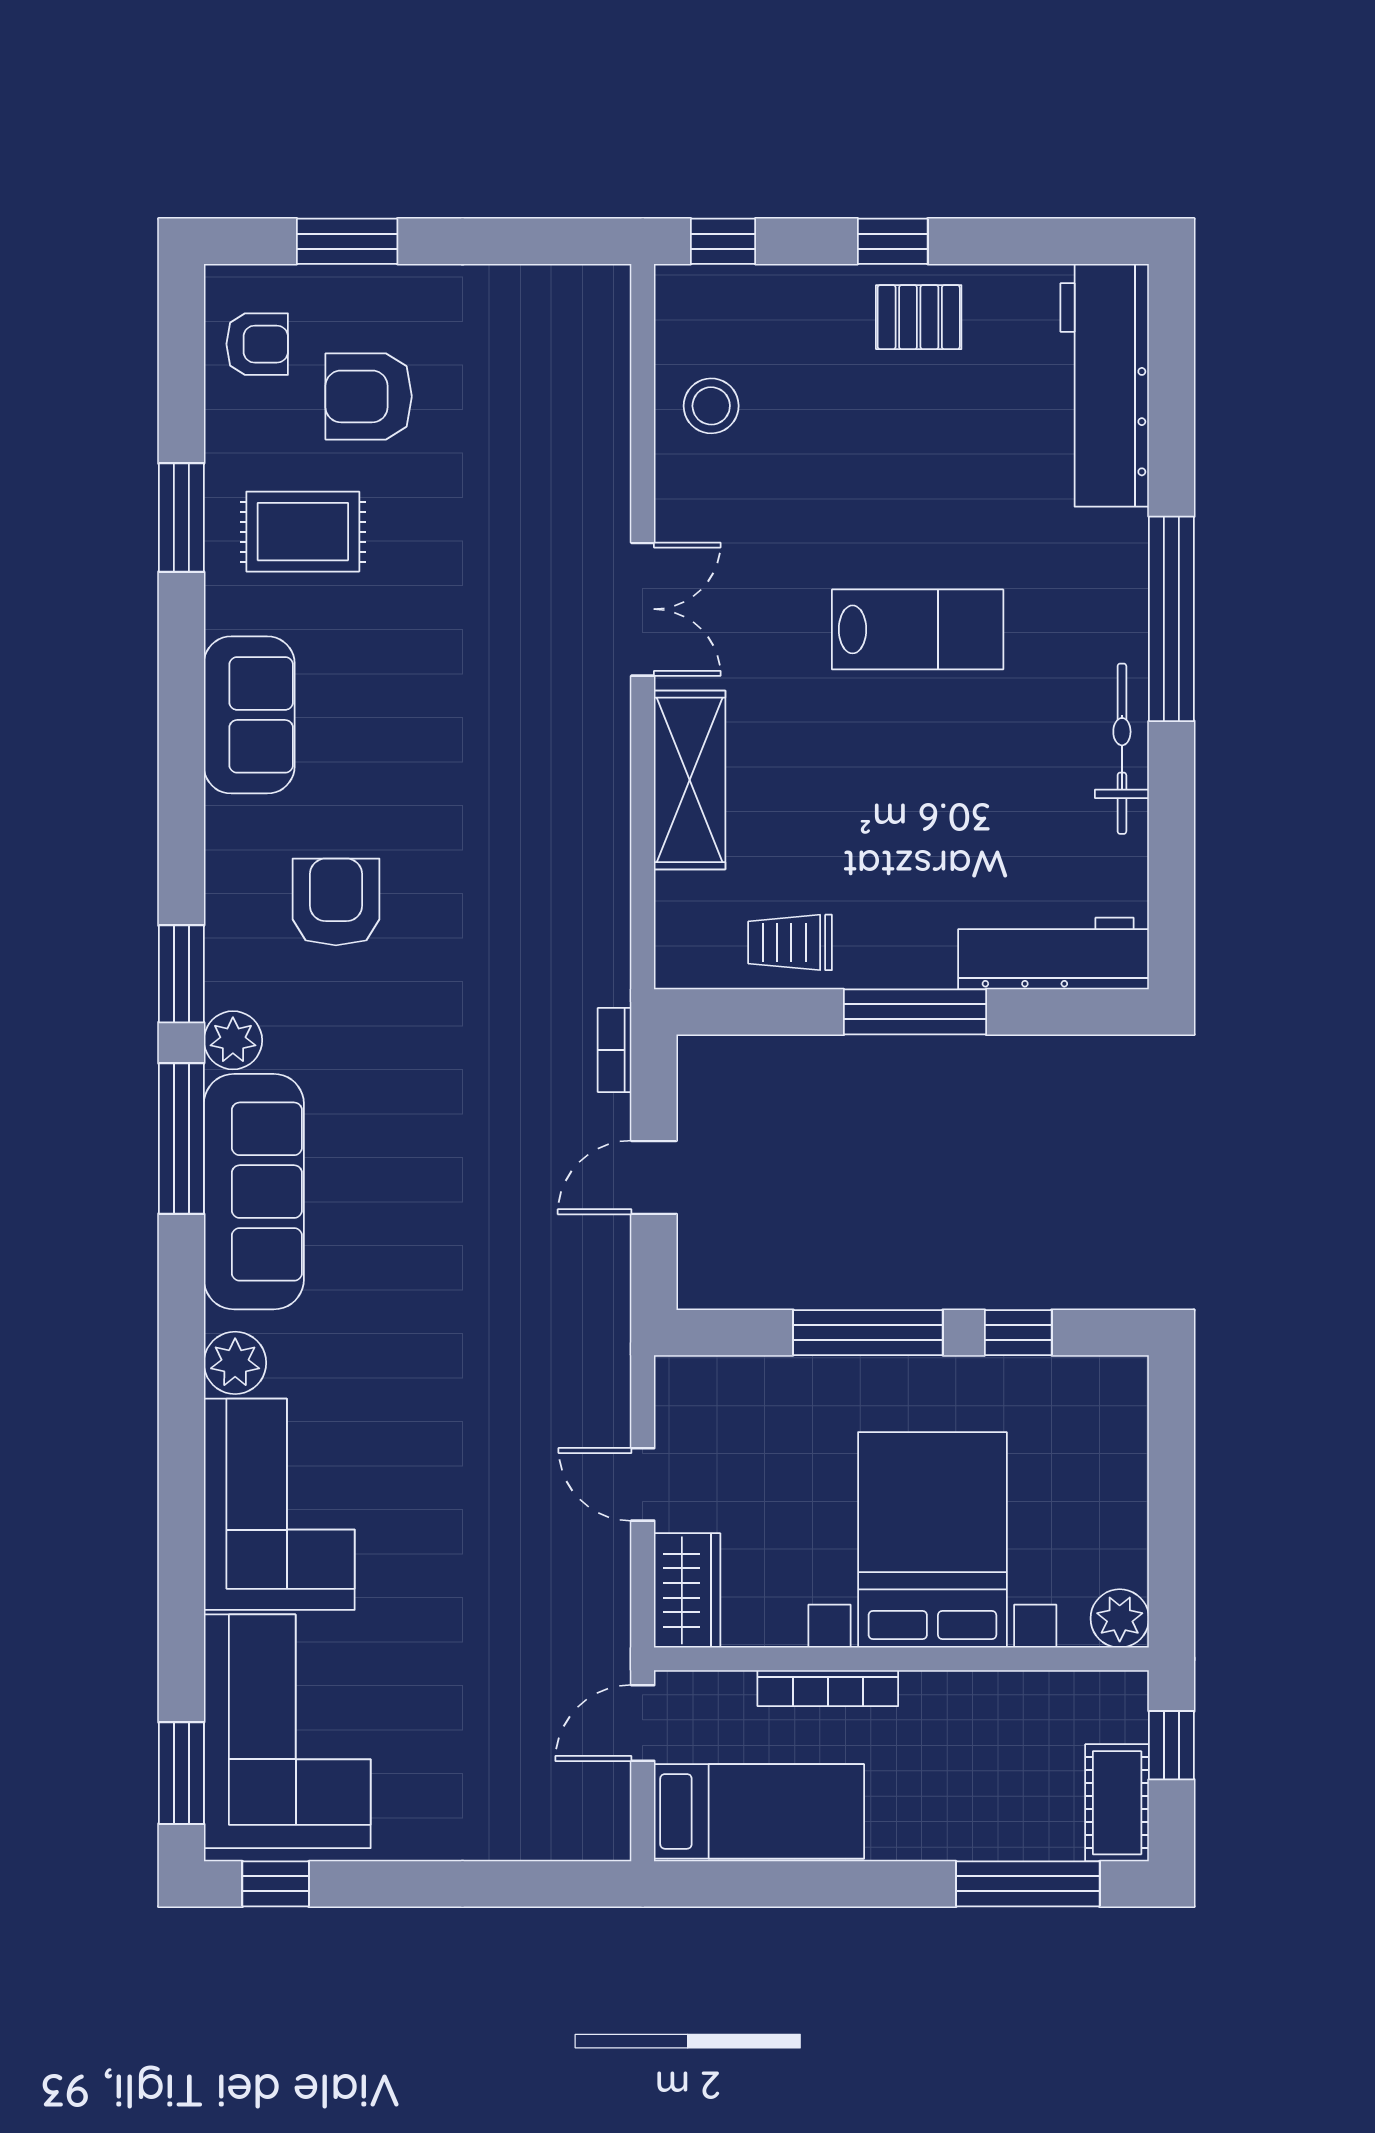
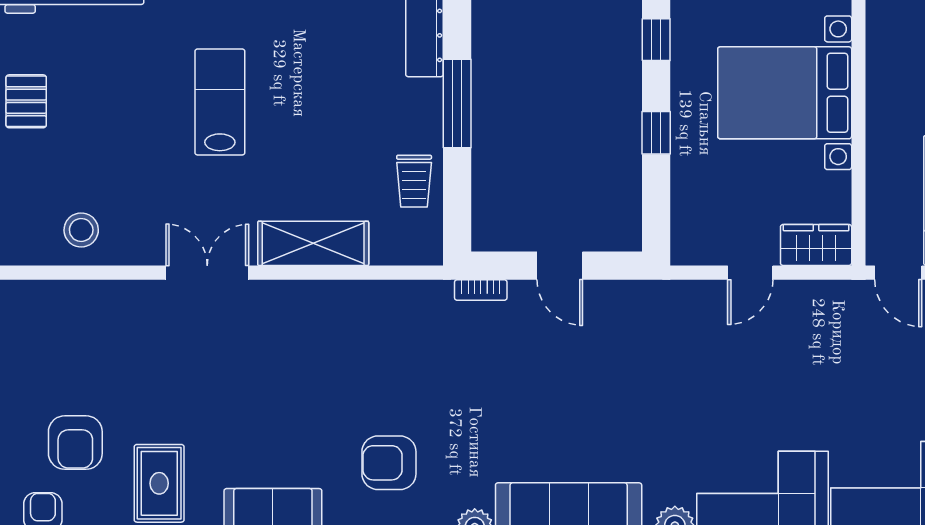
window: (868, 1333) -> (656, 133), width x0.46
bookcase: (828, 1688) -> (877, 158), removed

